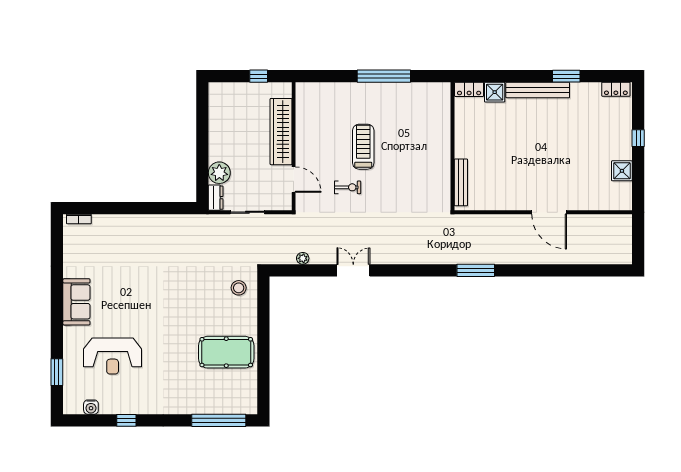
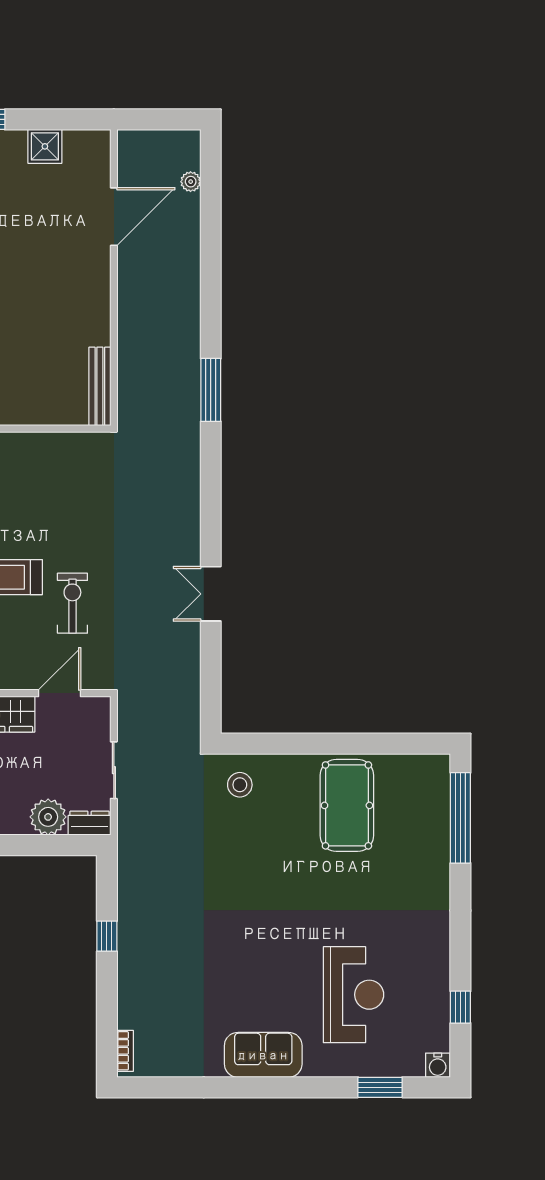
bench: (461, 182) -> (100, 386), moved, turned 90
exercise bike: (348, 187) -> (72, 603), width x1.38, depth x1.39
window: (148, 208) -> (107, 936), added
door: (549, 212) -> (114, 217), moved
plant: (303, 258) -> (191, 182), moved
water cooler: (91, 407) -> (438, 1065), moved, turned 90
window: (126, 420) -> (460, 1007), moved

